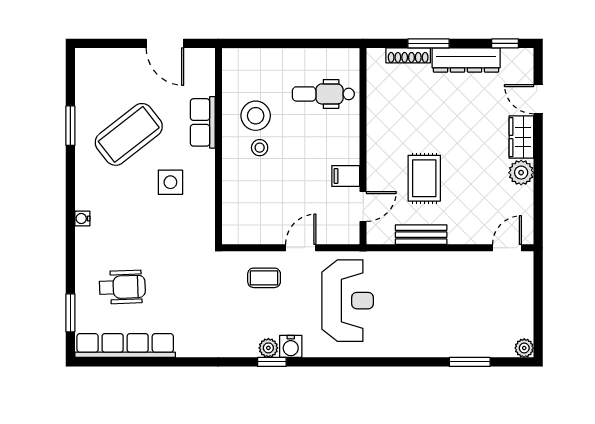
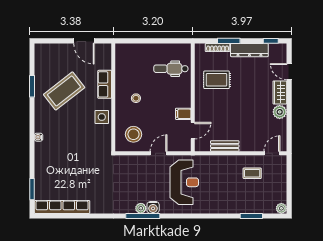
stool: (256, 116) -> (133, 134), moved
rug: (424, 178) -> (217, 80), moved, turned 90
side table: (170, 182) -> (102, 117), moved
coffee table: (264, 278) -> (252, 173), moved
wheelchair: (122, 287) -> (61, 175), removed
window: (272, 362) -> (143, 216), width x2.17

